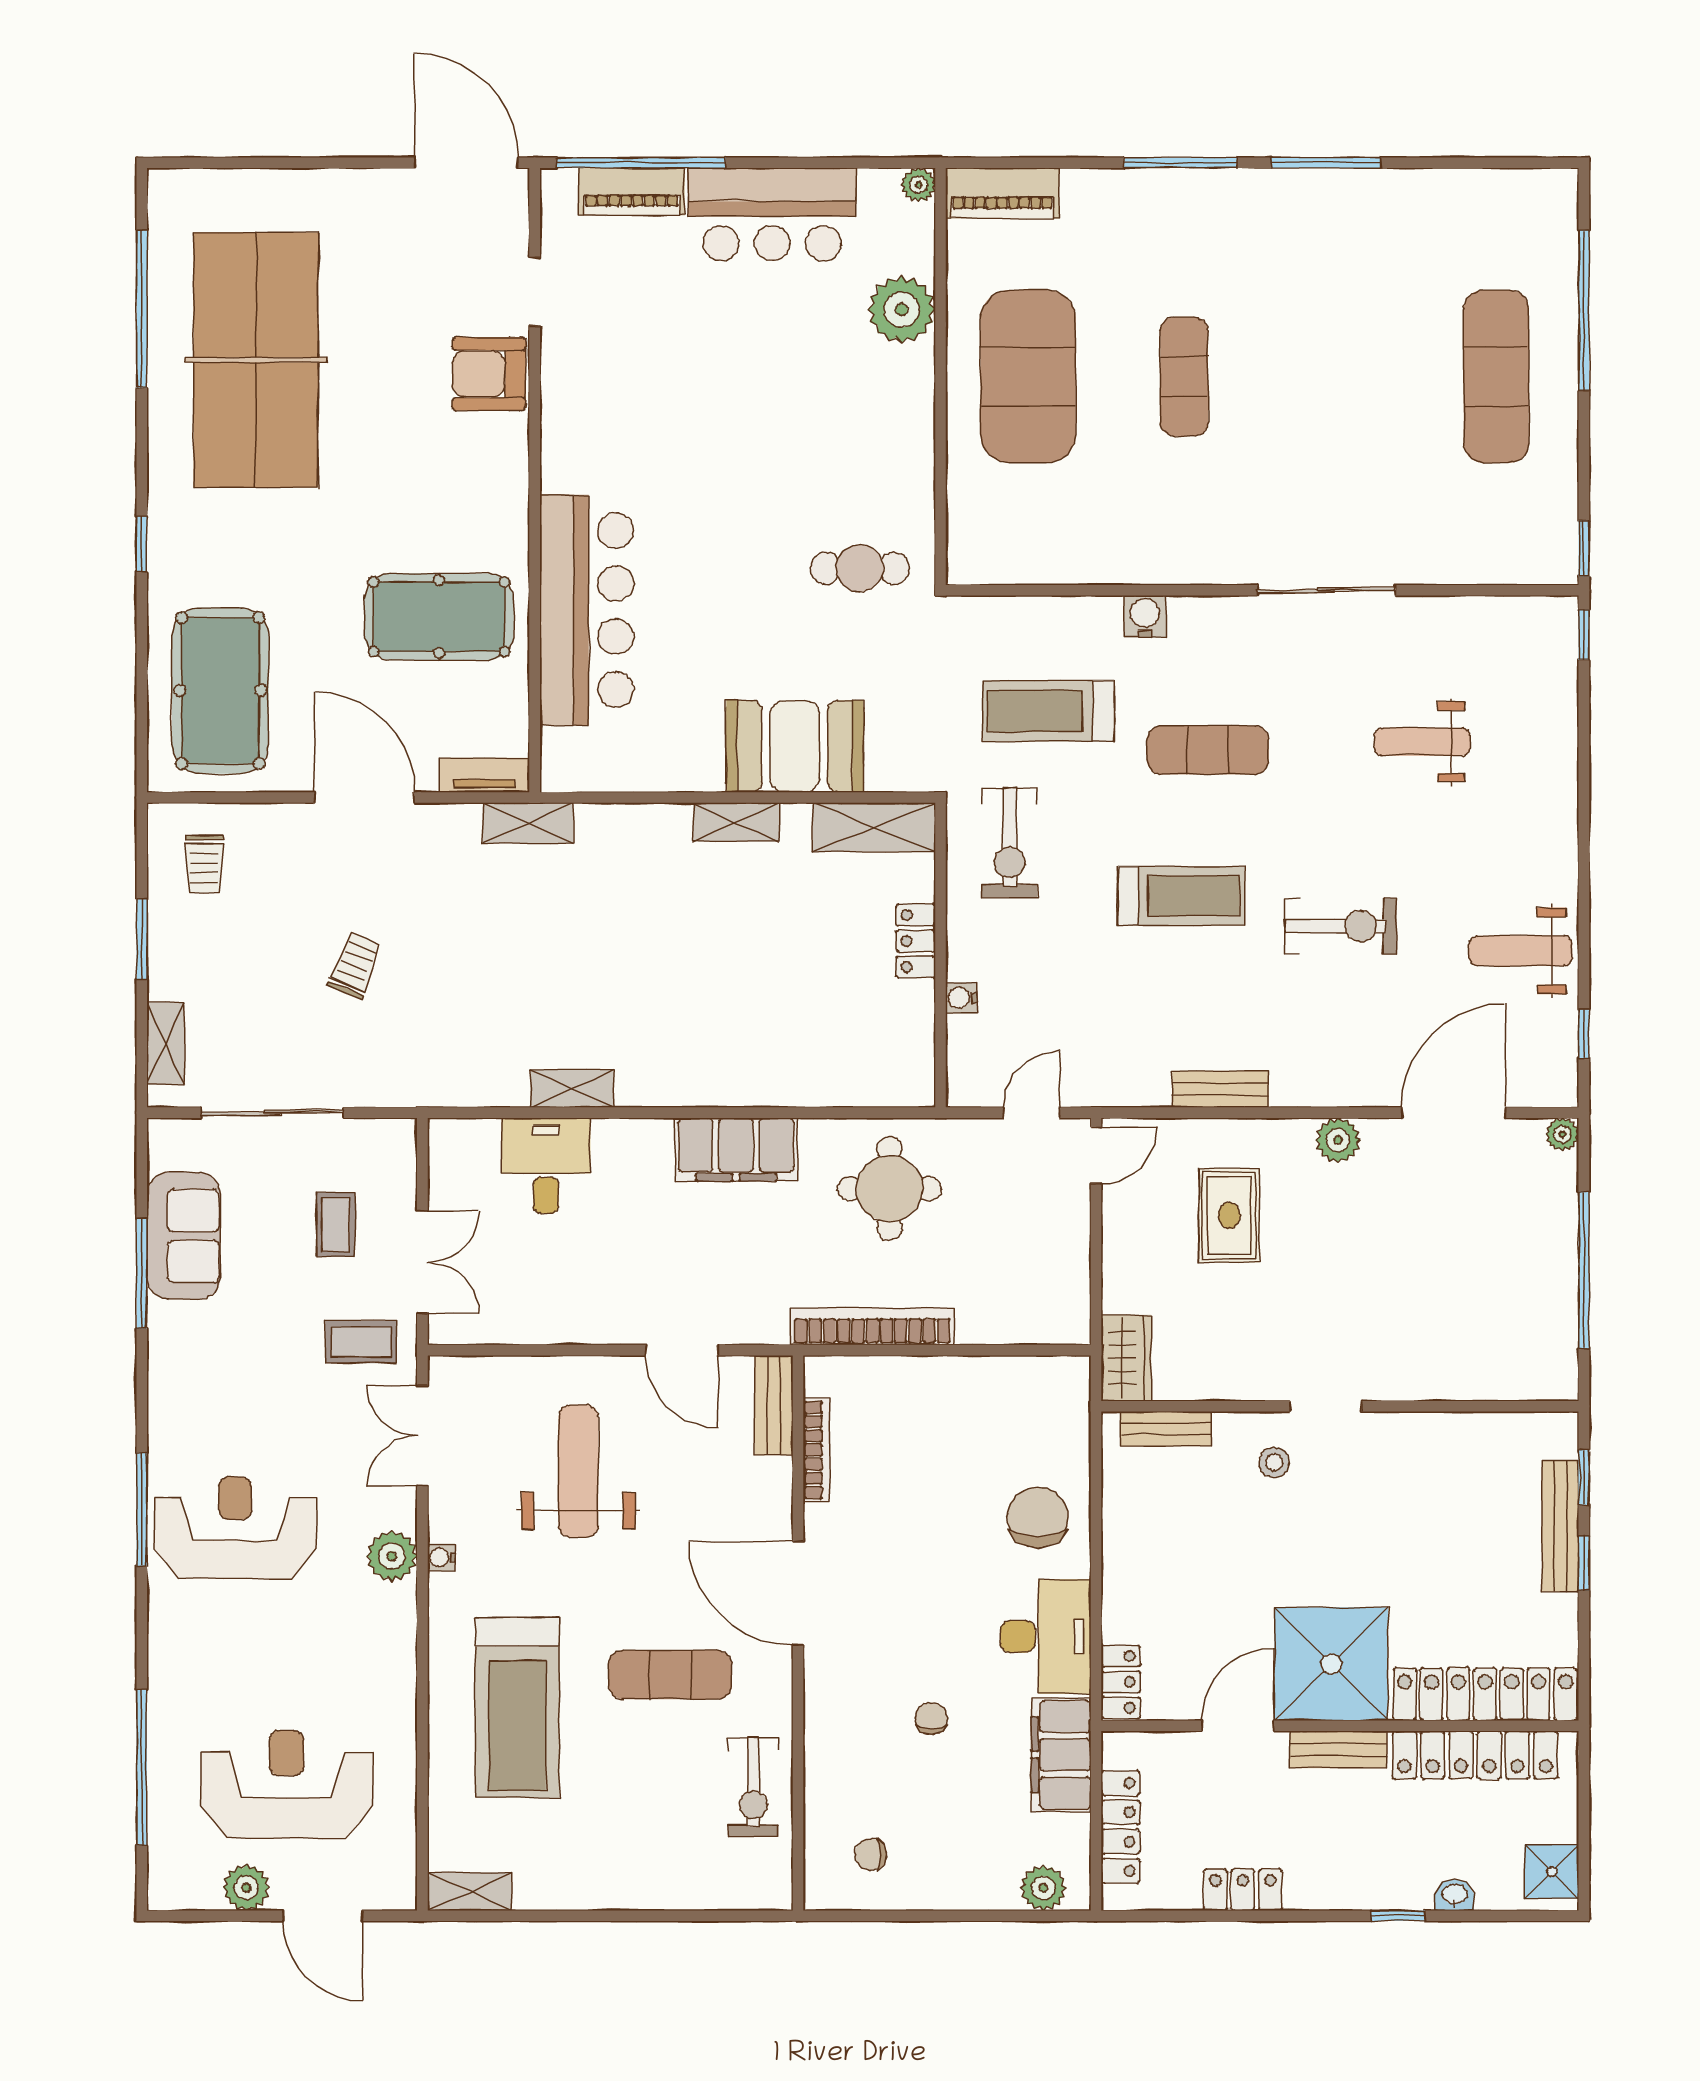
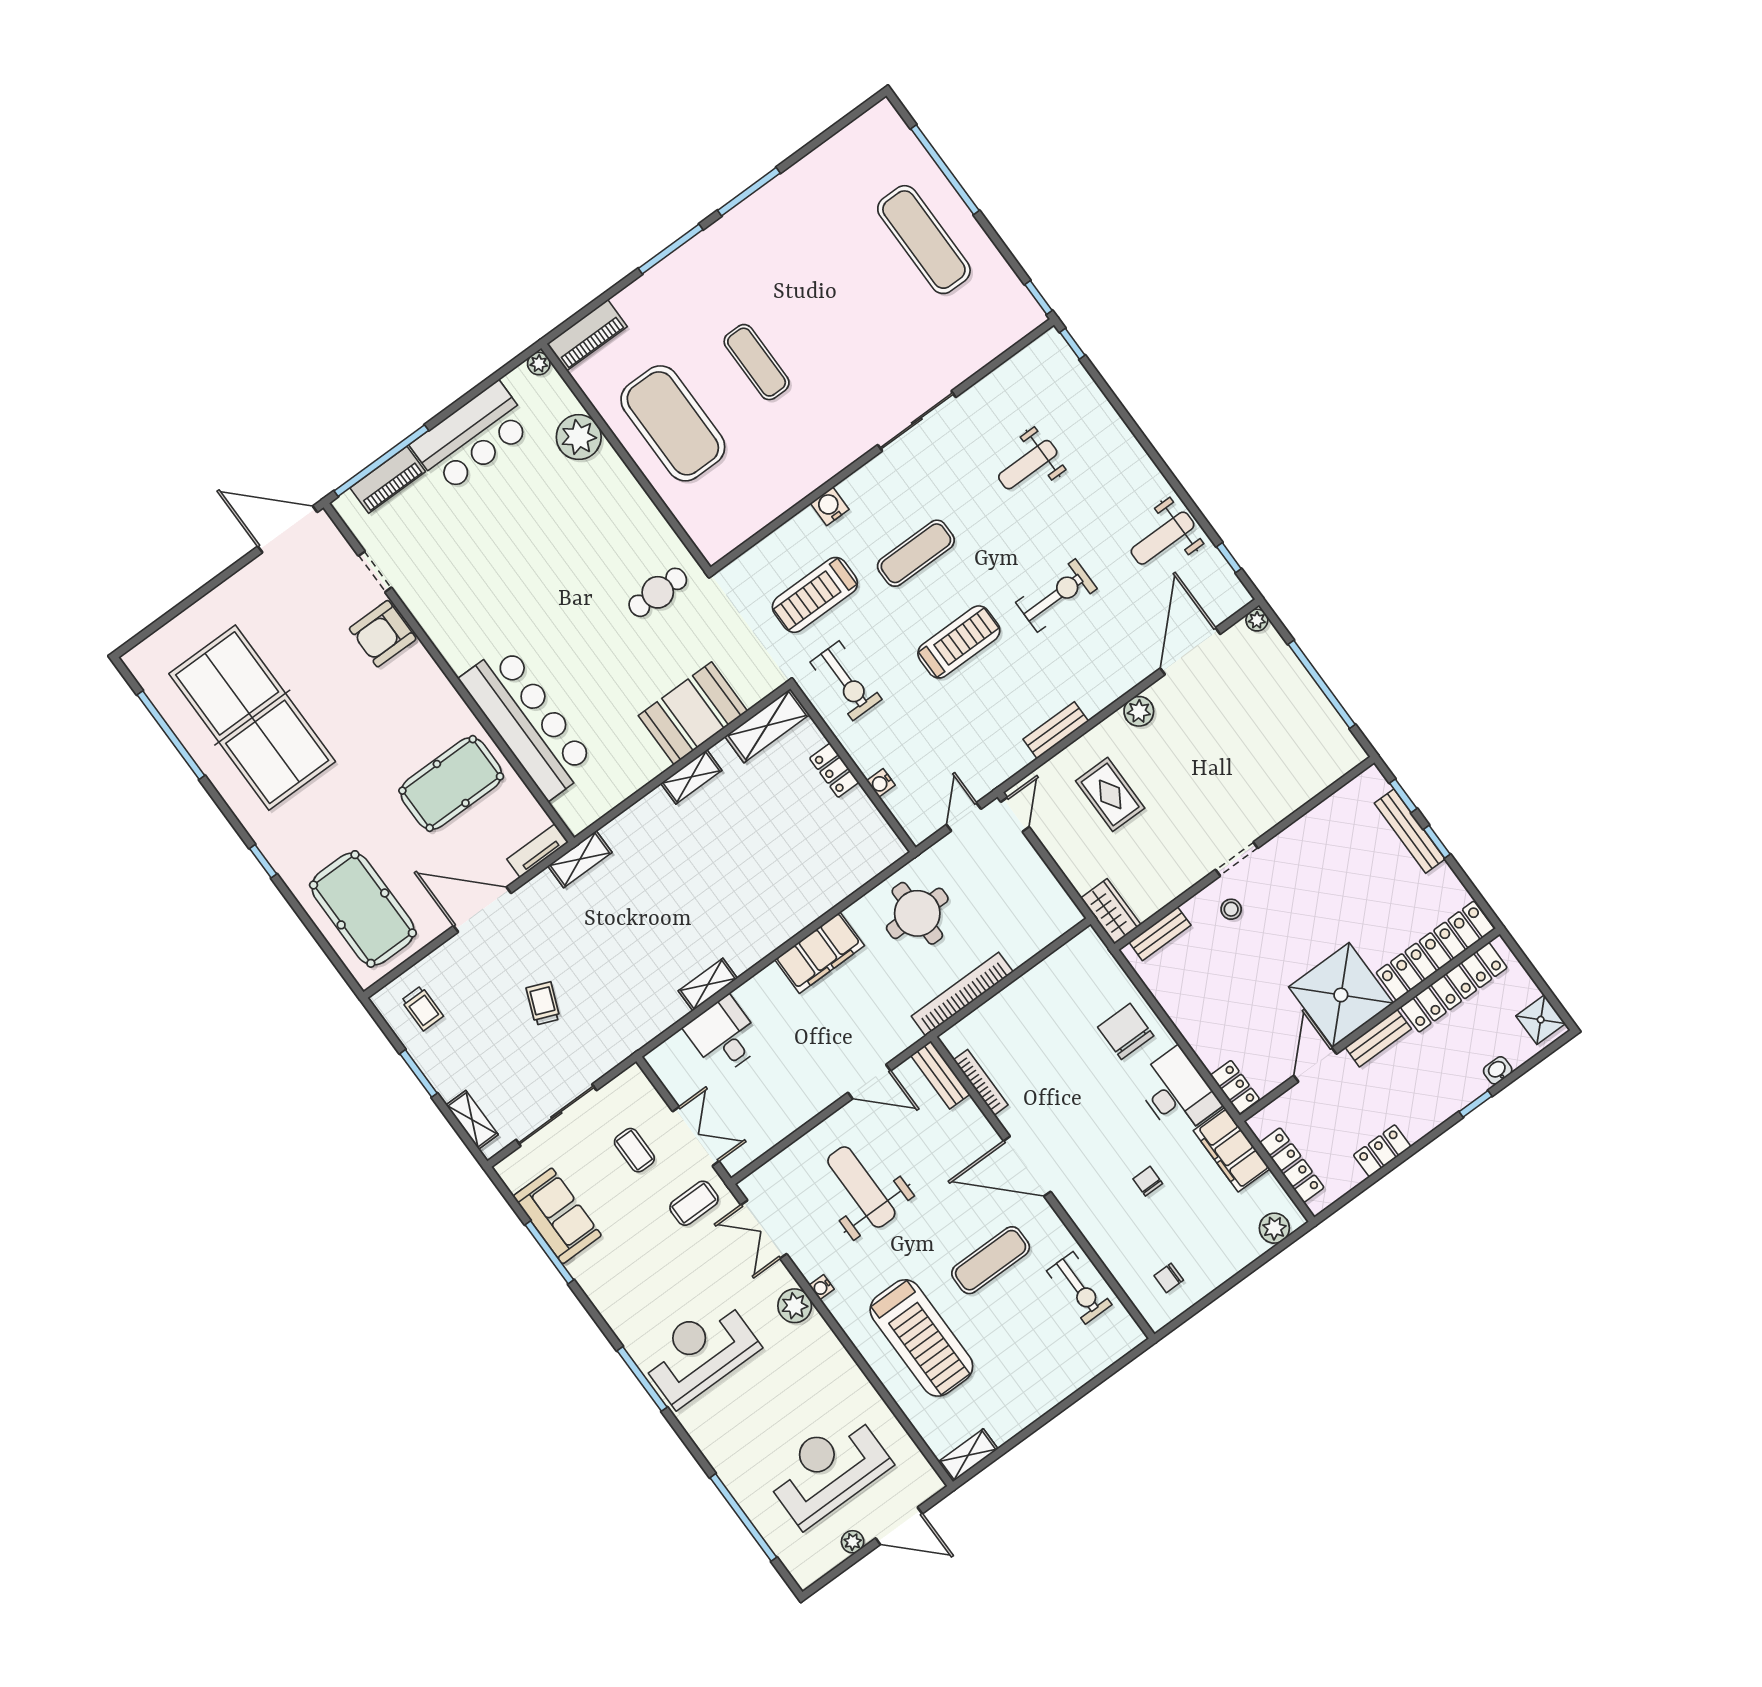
plant: (246, 1888) -> (853, 1542), width x0.73, depth x0.73

